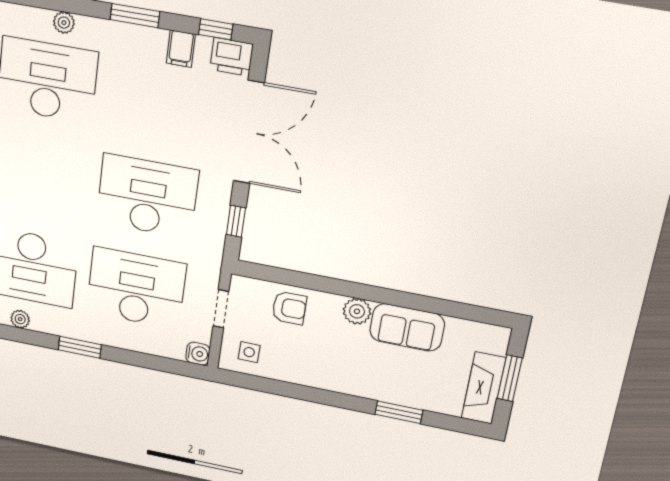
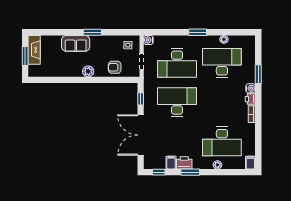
printer: (231, 57) -> (184, 163), moved
desk: (147, 196) -> (177, 102), turned 180
sofa: (407, 327) -> (76, 43), moved, turned 180
window: (399, 412) -> (92, 32), moved

